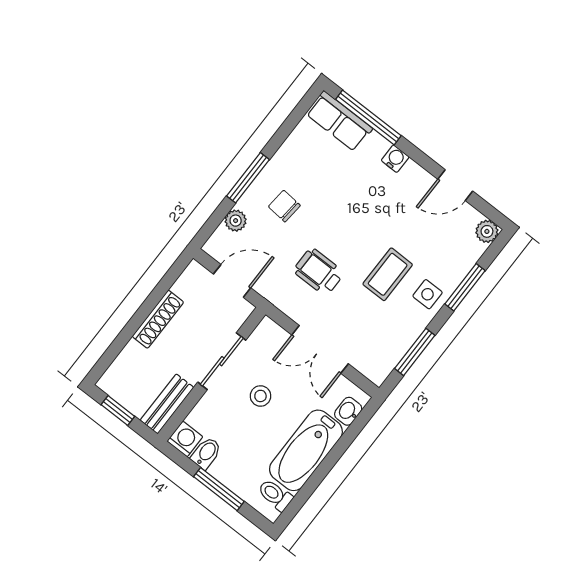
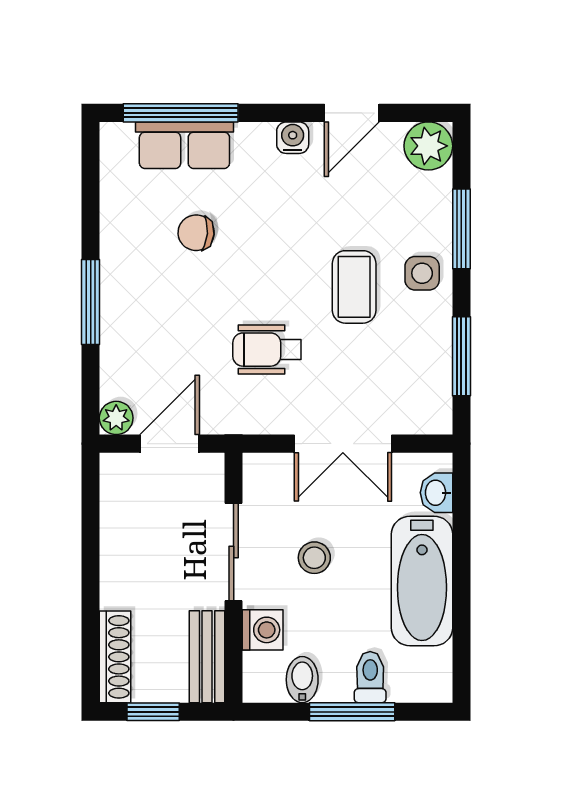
row of seats: (339, 121) -> (184, 145), moved
water cooler: (395, 159) -> (293, 138), moved
chair: (284, 206) -> (196, 233), moved
plant: (236, 221) -> (116, 418), moved
plant: (487, 231) -> (428, 146), width x1.38, depth x1.38
shoe rack: (158, 319) -> (115, 657), moved
washing machine: (185, 439) -> (263, 630), moved, turned 90
toilet: (275, 495) -> (370, 677), moved, turned 90

